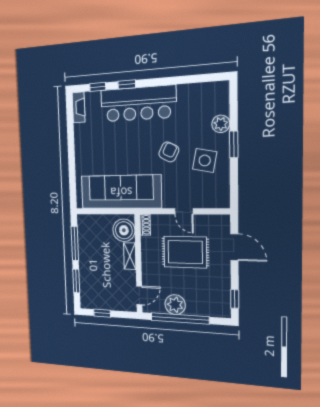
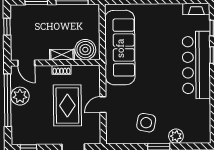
armchair: (169, 152) -> (154, 92), removed
shoe rack: (145, 225) -> (61, 70), moved

